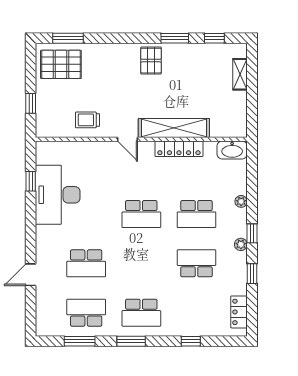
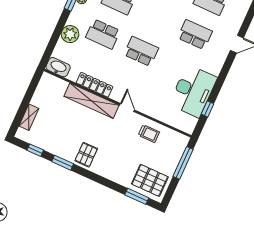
window: (31, 103) -> (183, 163), width x2.17
plant: (241, 201) -> (70, 34), width x1.88, depth x1.88
school desk: (196, 214) -> (103, 34), turned 180

